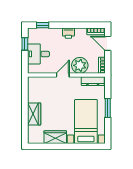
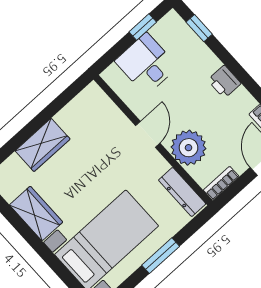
door: (63, 75) -> (148, 134), hinge flipped

